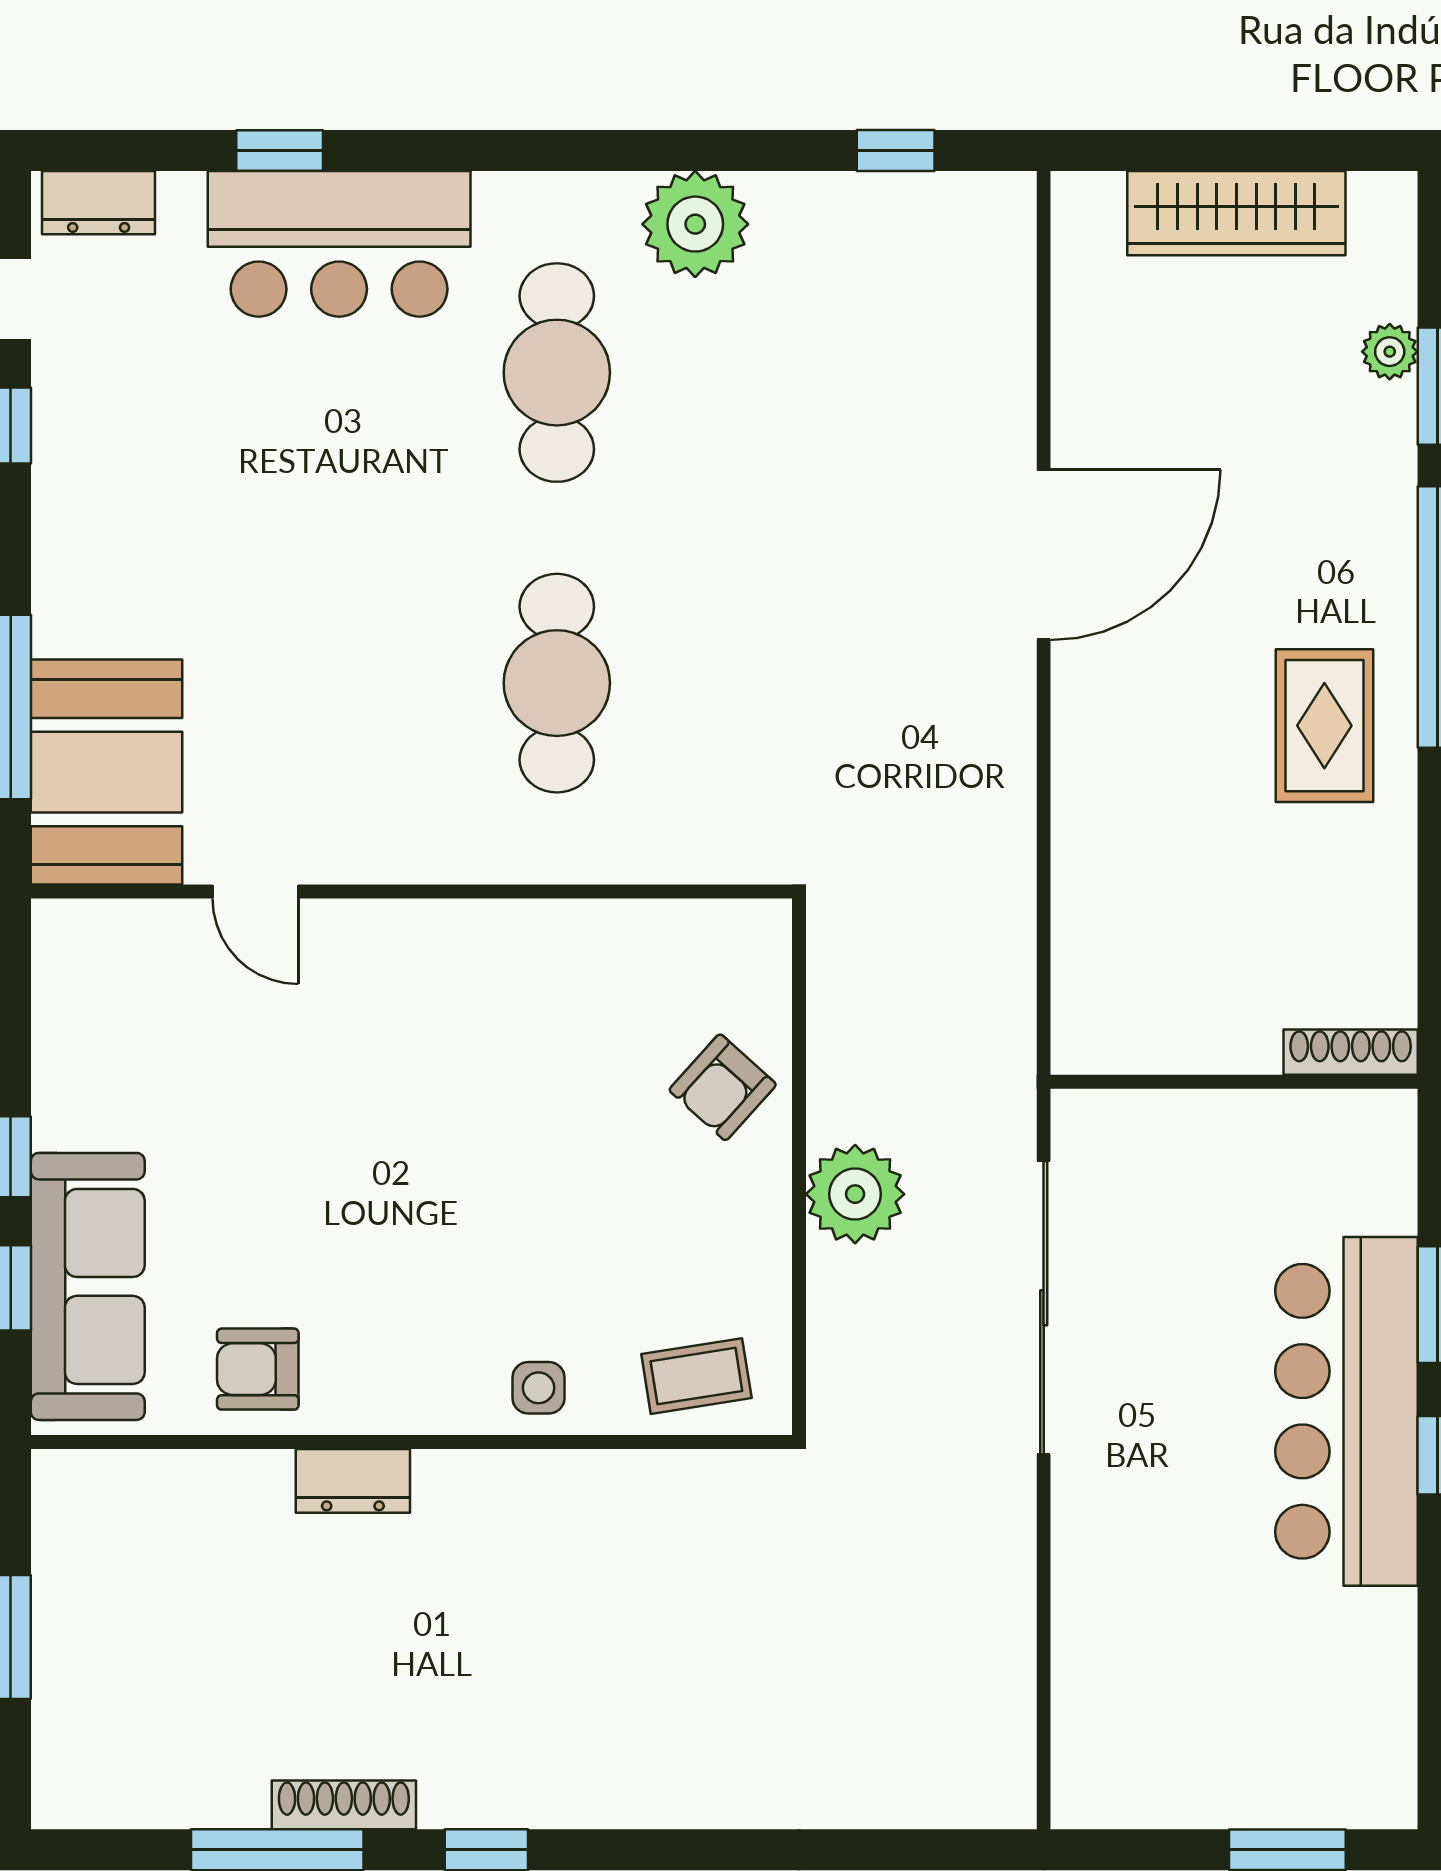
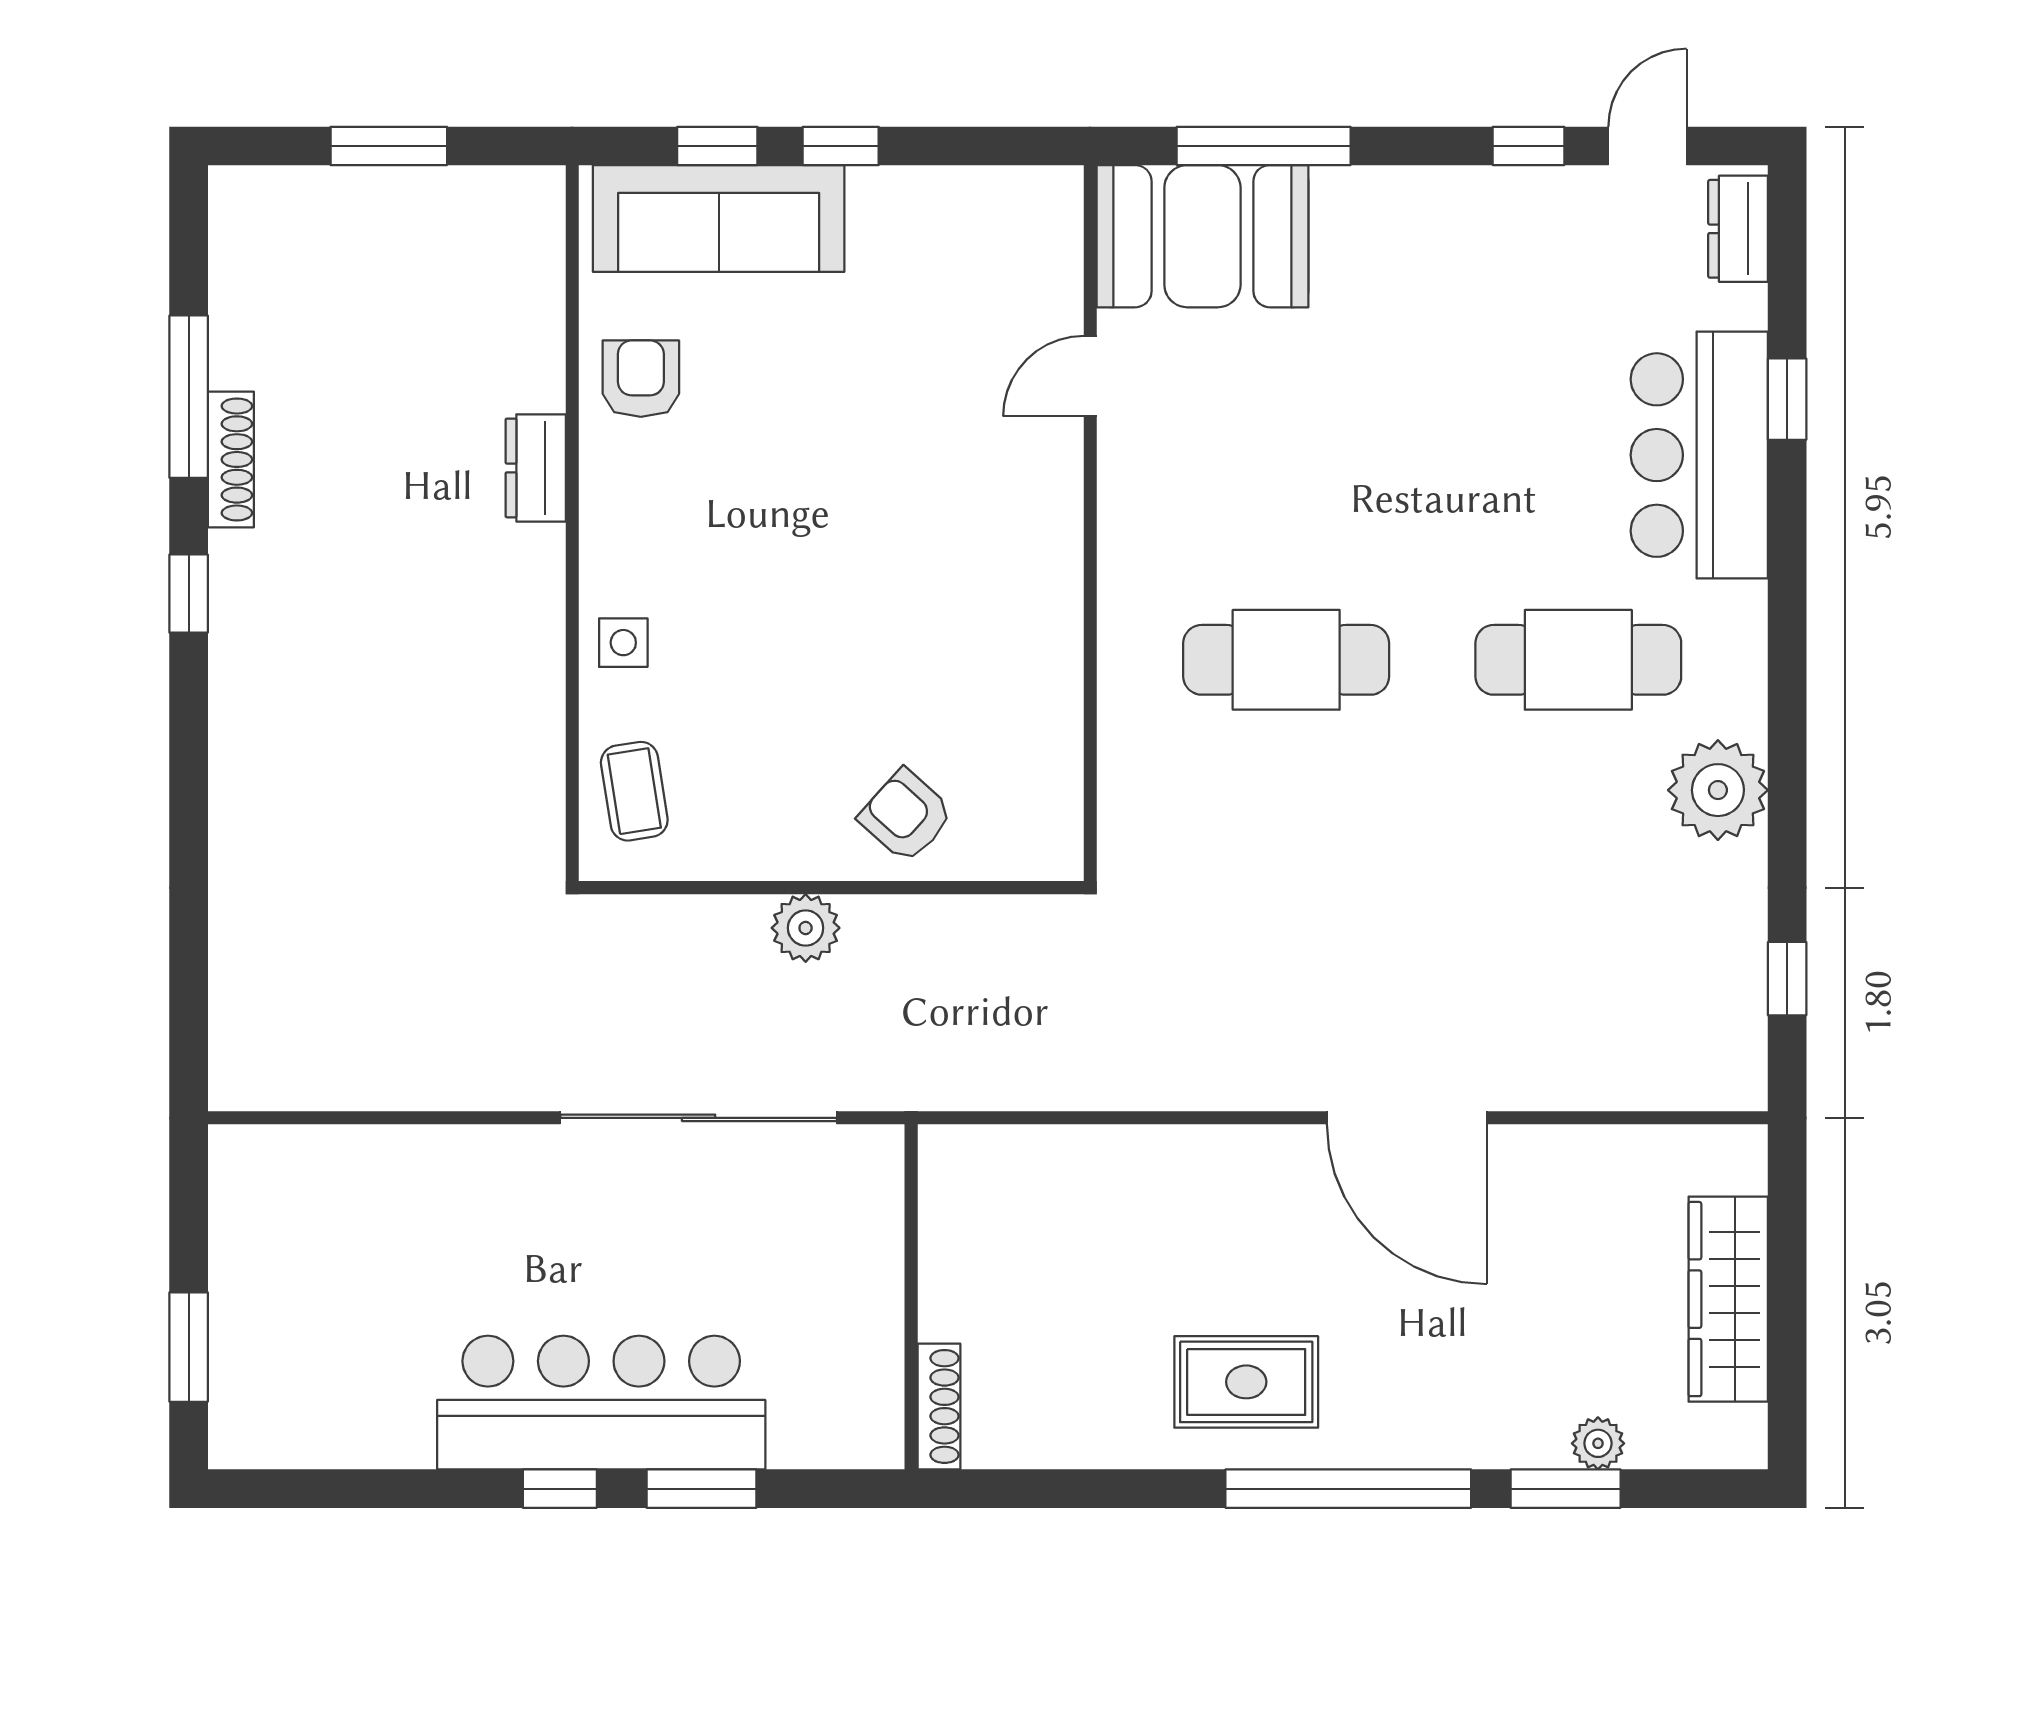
plant: (855, 1194) -> (806, 928), width x0.73, depth x0.73

